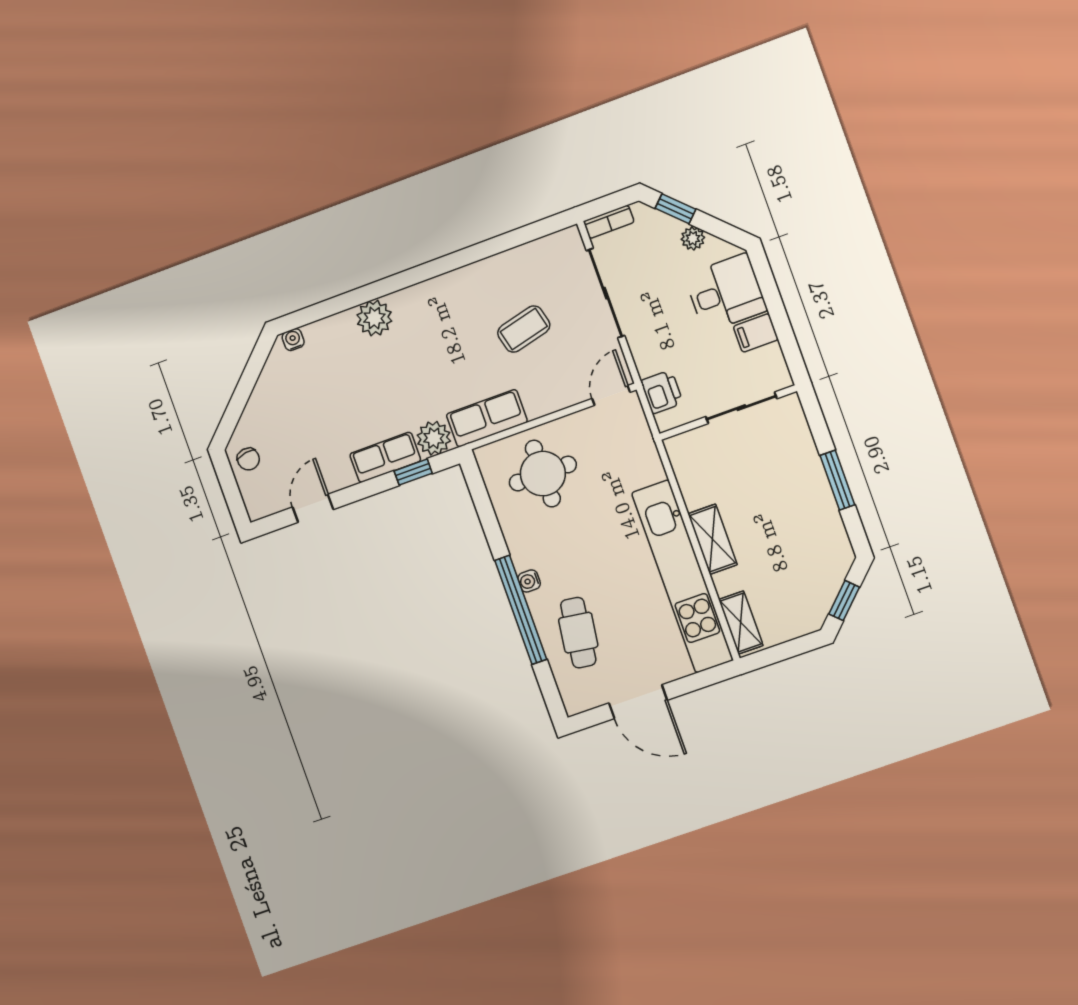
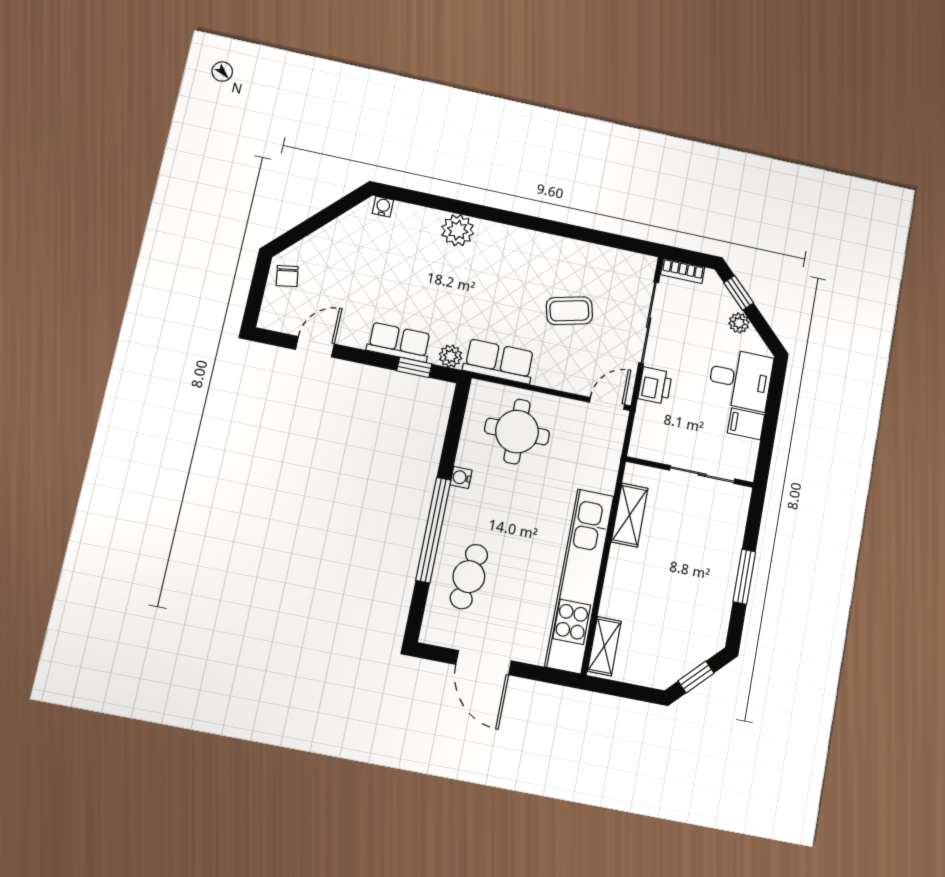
printer: (662, 392) -> (655, 386), moved
plant: (434, 438) -> (451, 356), width x0.73, depth x0.73
shelving: (713, 539) -> (630, 515), moved
water cooler: (529, 581) -> (461, 478), moved

